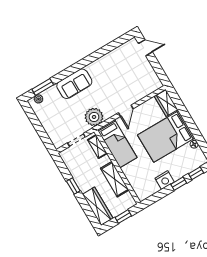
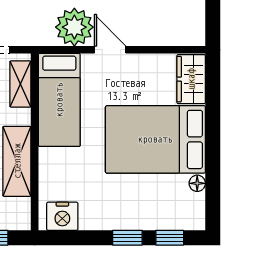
door: (126, 111) -> (110, 50), swing flipped
plant: (94, 117) -> (74, 27), moved
nightstand: (165, 180) -> (62, 216), moved

